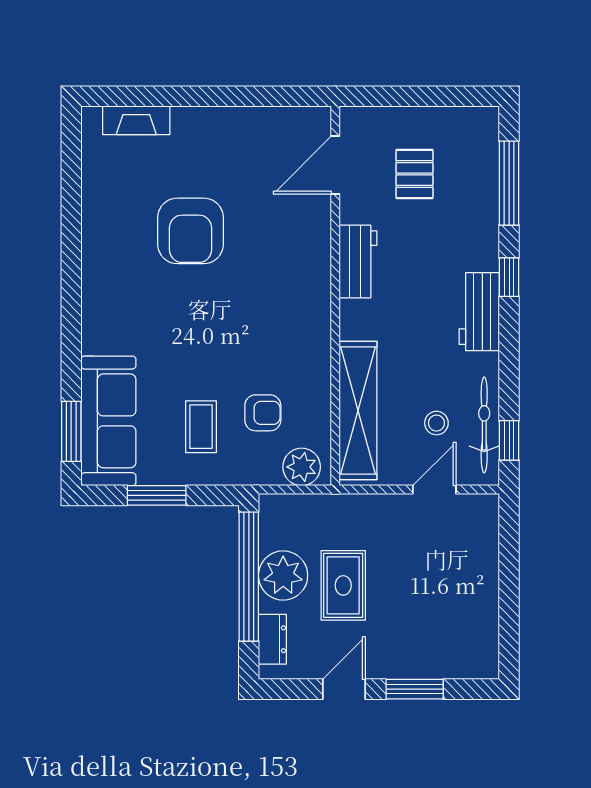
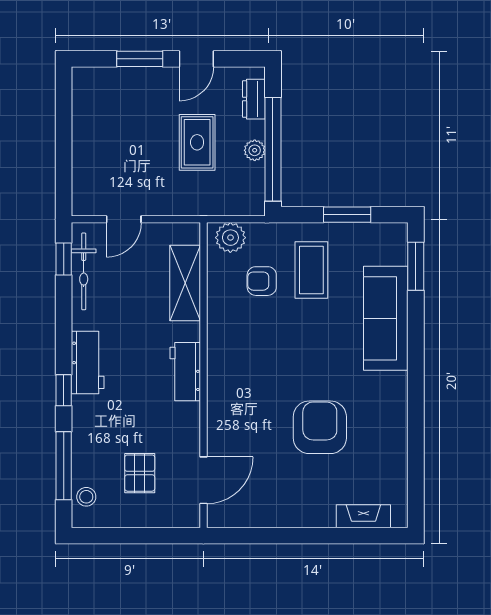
workbench: (358, 261) -> (185, 372), moved
shelving: (358, 410) -> (185, 283), width x0.68
sofa: (108, 421) -> (386, 318), moved
stool: (436, 423) -> (86, 497), moved
coffee table: (201, 427) -> (311, 270), width x1.36, depth x1.30
plant: (283, 575) -> (255, 150), width x0.53, depth x0.53

